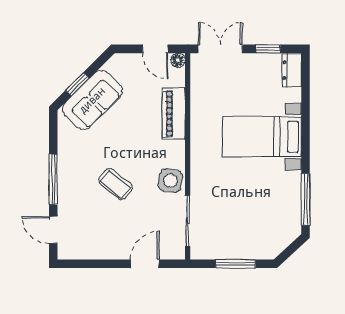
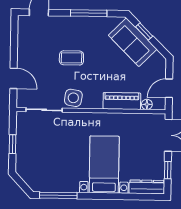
floor lamp: (178, 60) -> (147, 104), moved
dresser: (292, 70) -> (147, 187), width x1.44
window: (53, 179) -> (89, 13), moved
coffee table: (115, 184) -> (71, 58), turned 52
window: (236, 264) -> (12, 144), width x0.67

